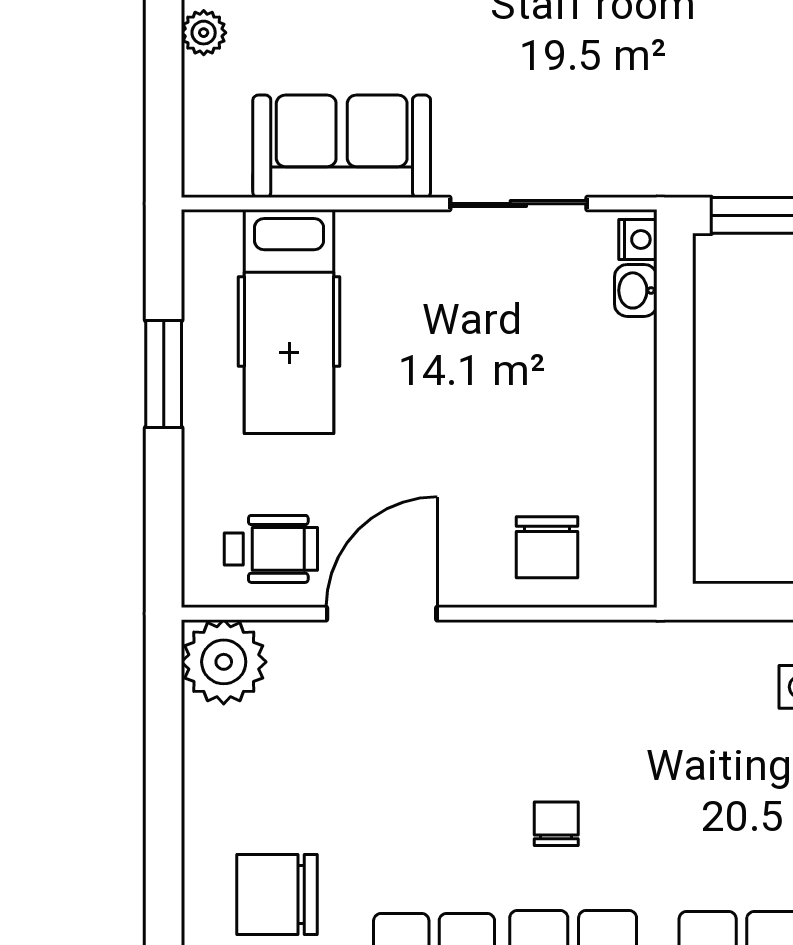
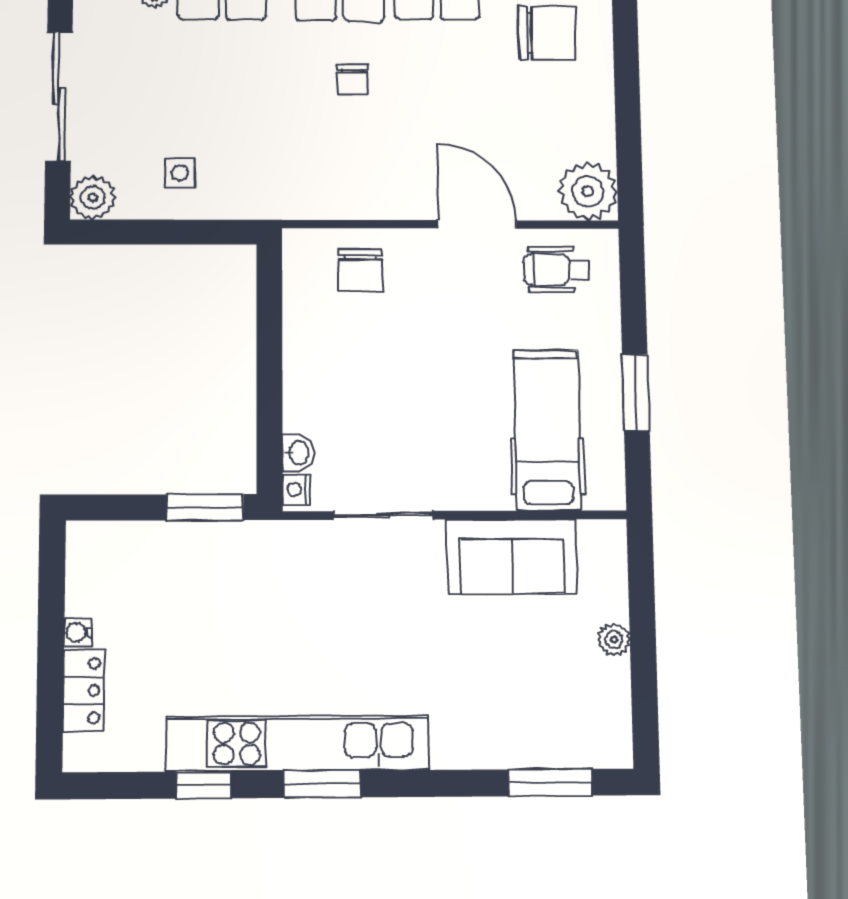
chair: (547, 547) -> (360, 270), turned 180
door: (382, 614) -> (477, 224), swing flipped

